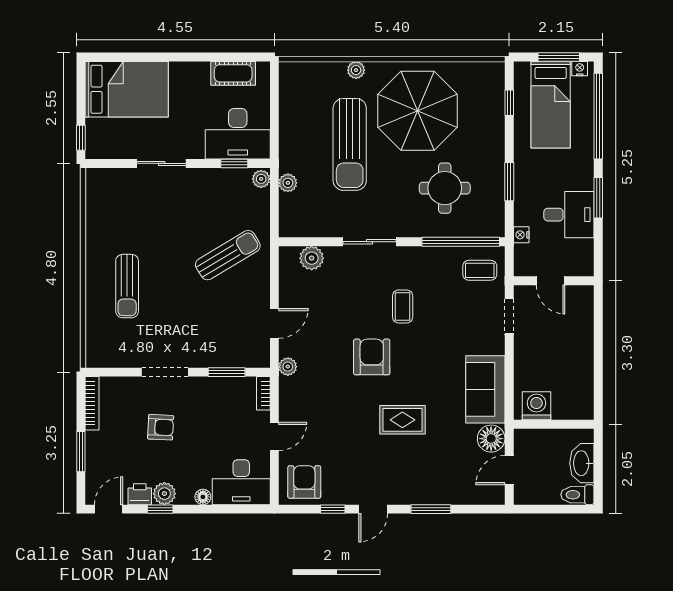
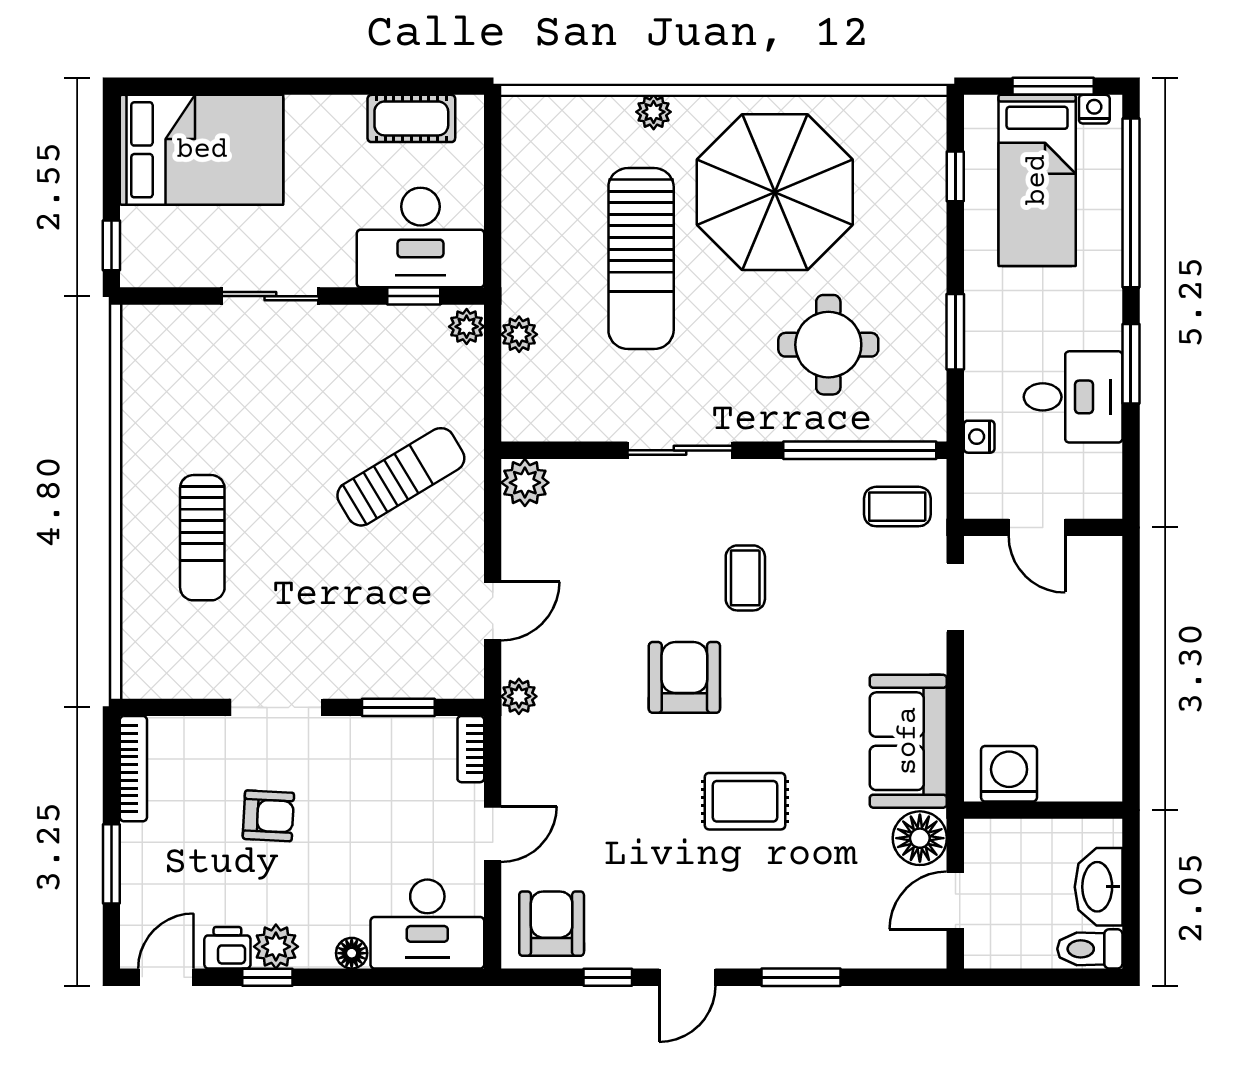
plant: (312, 258) -> (525, 483), moved

